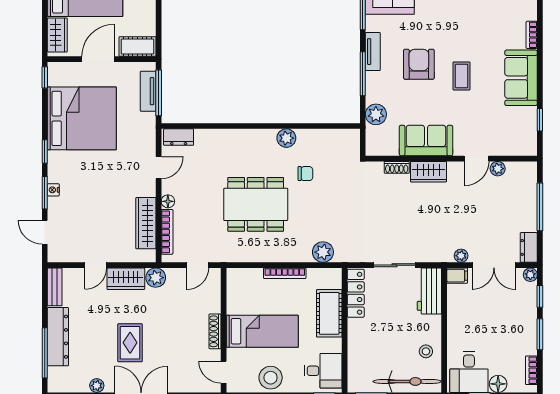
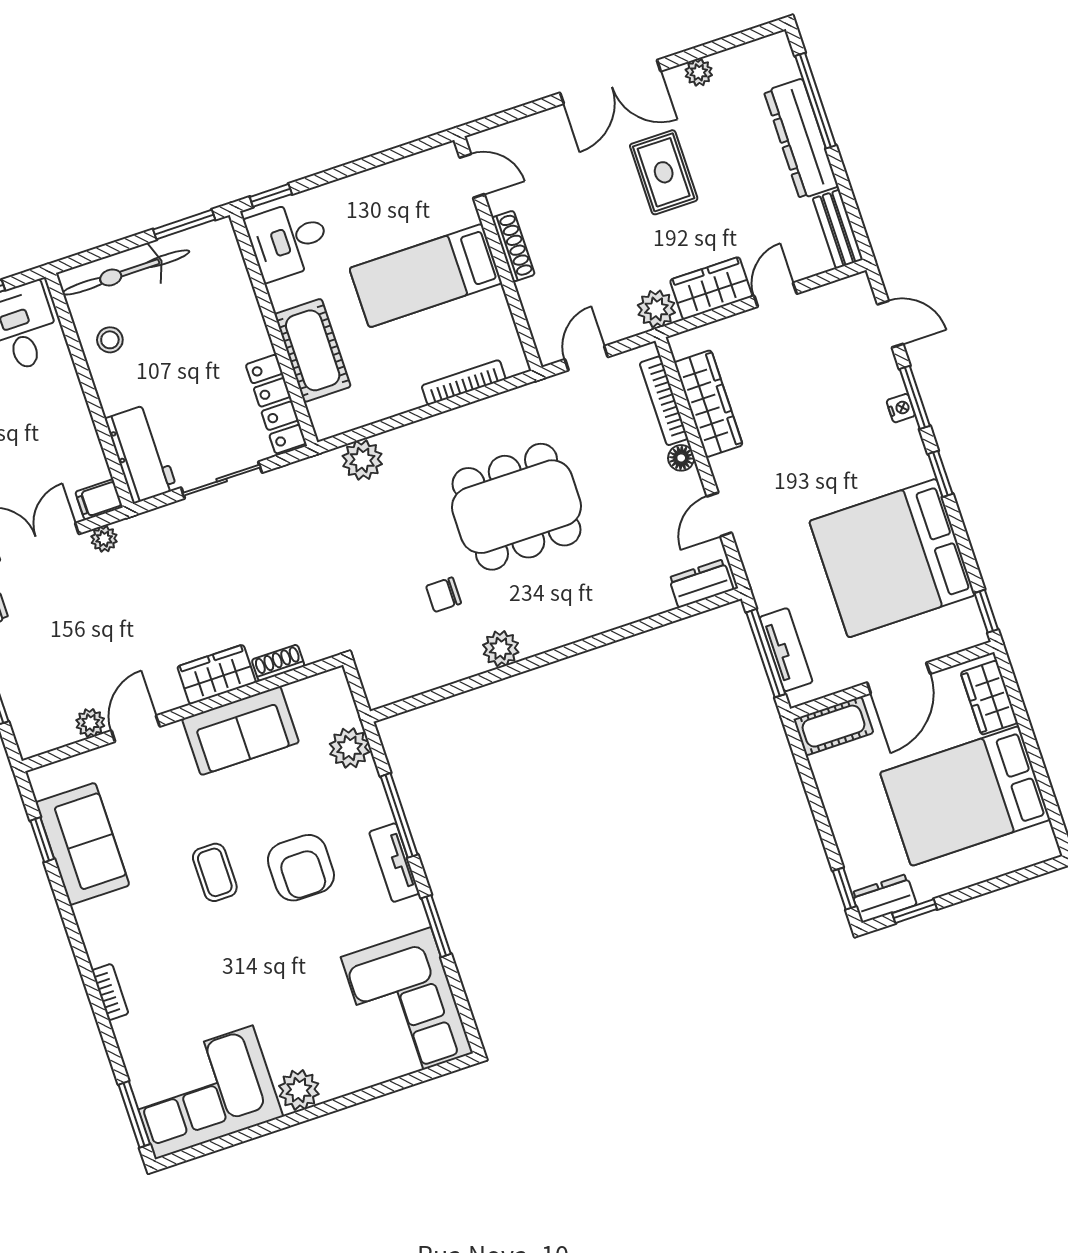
sofa: (521, 78) -> (82, 844), moved
bookcase: (285, 273) -> (464, 382), moved
stool: (271, 378) -> (382, 195), removed

